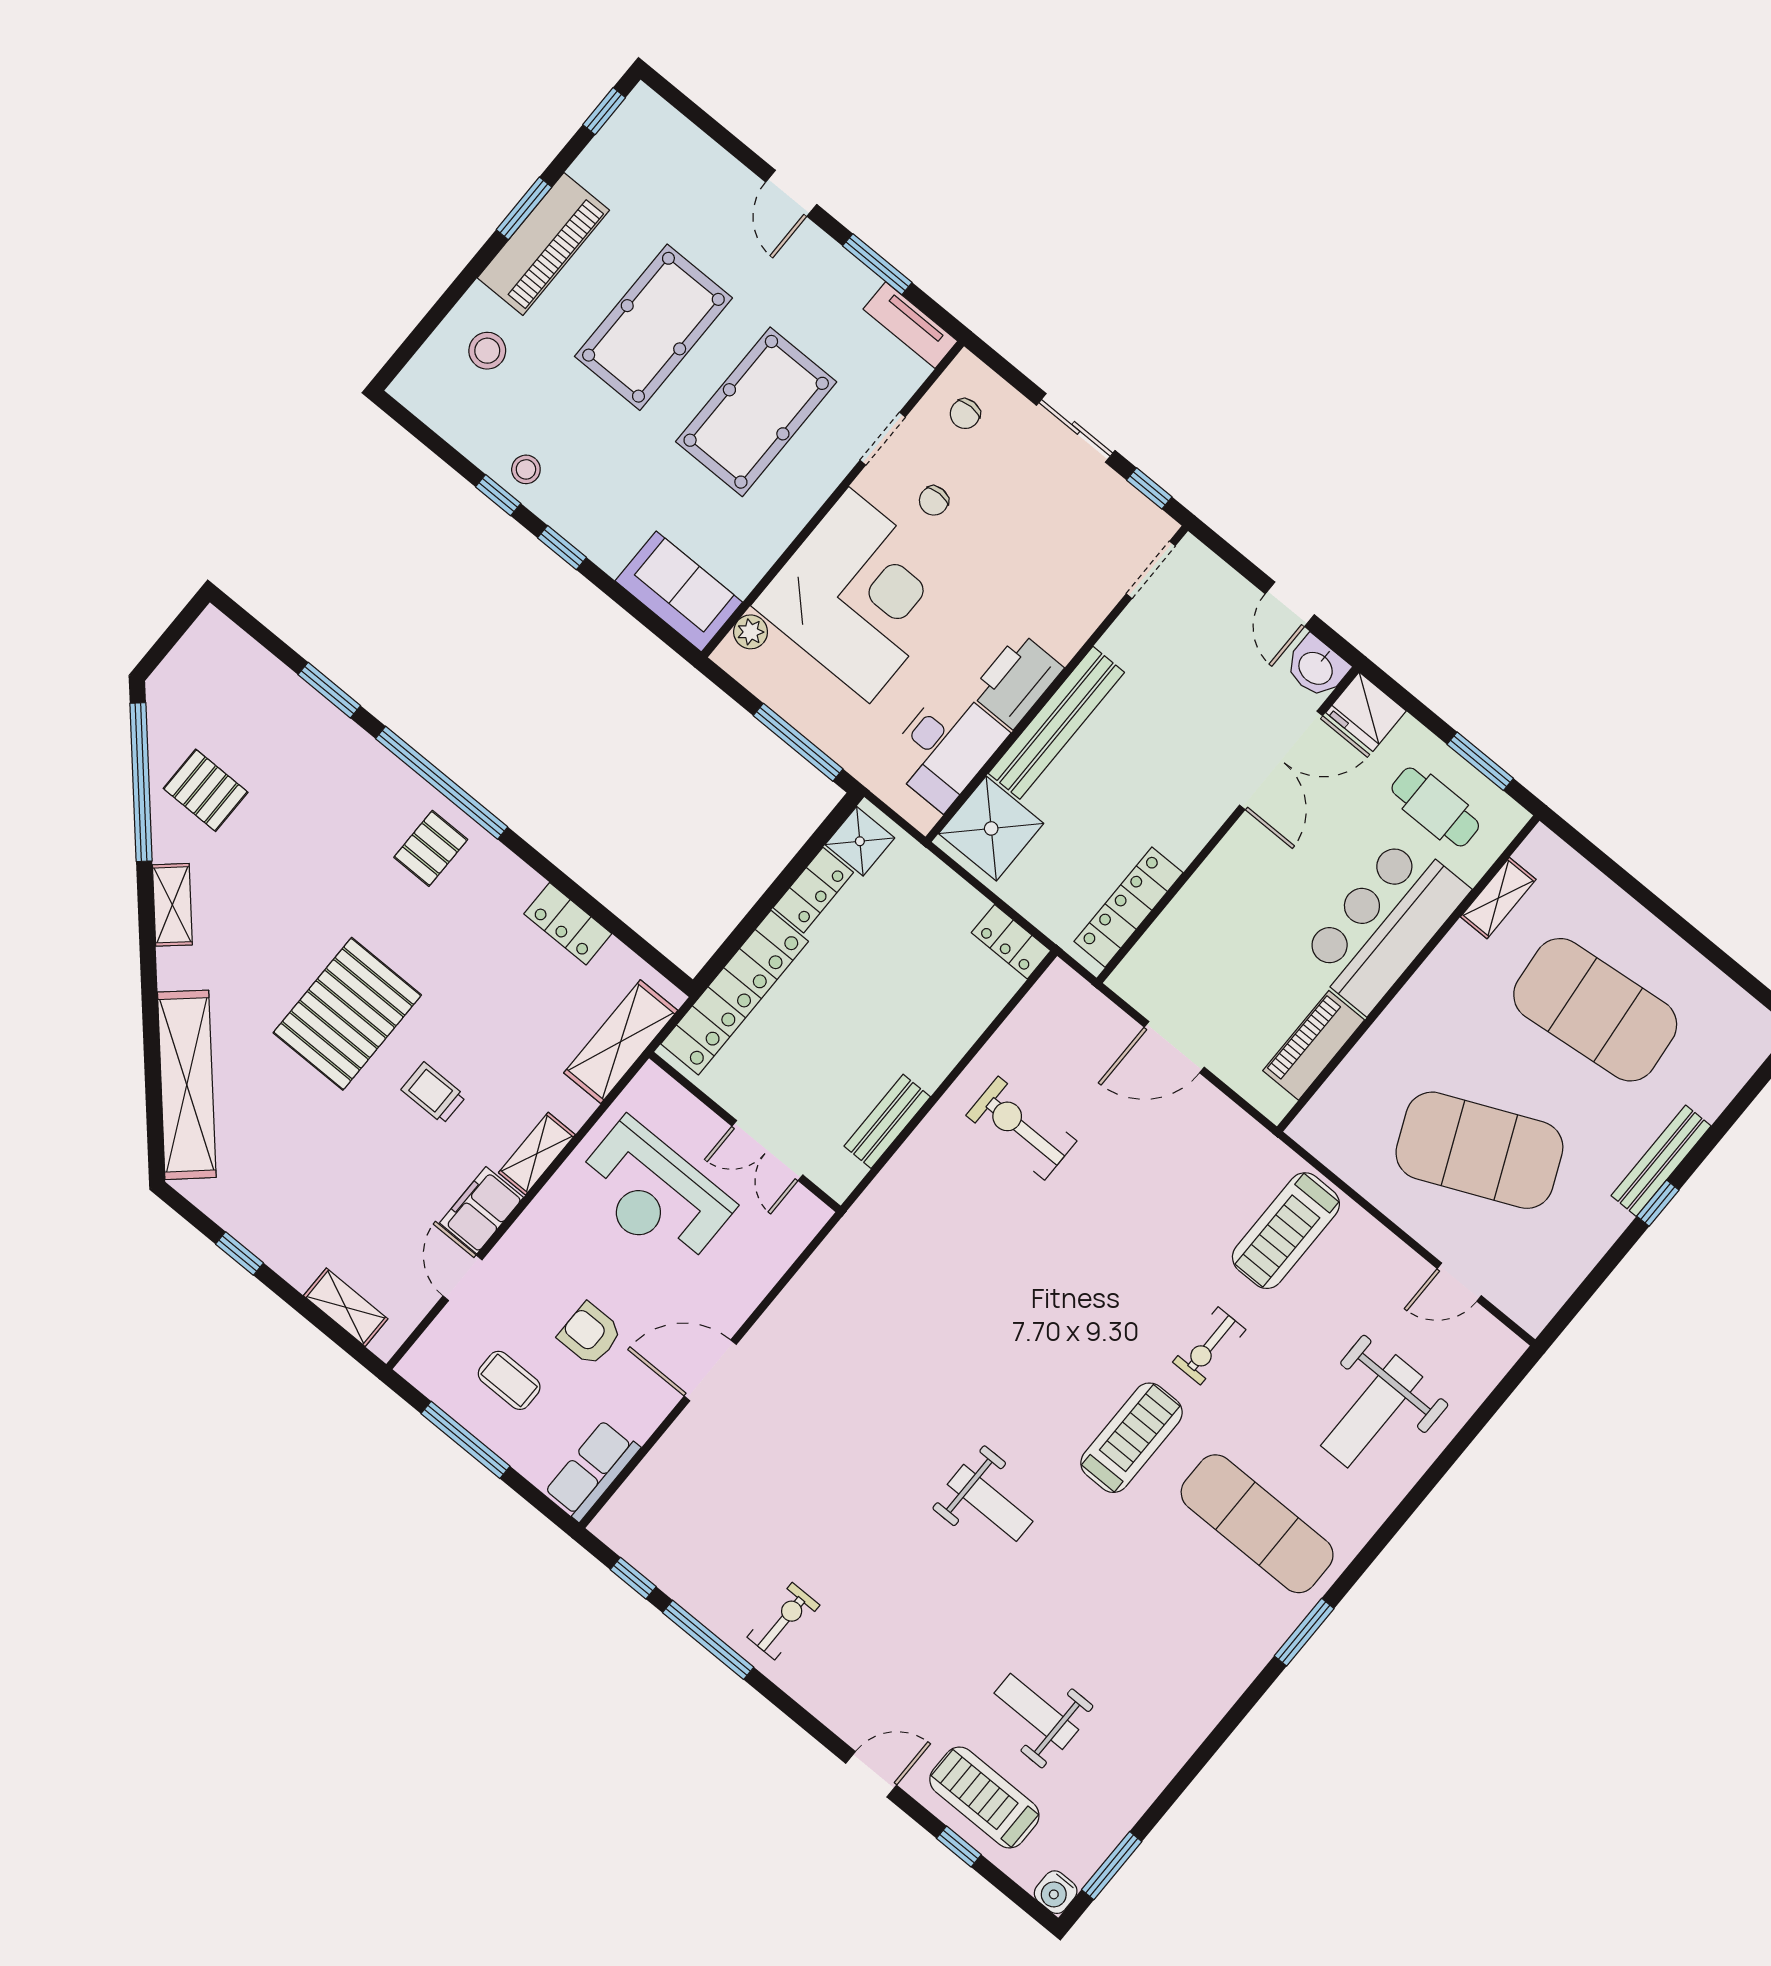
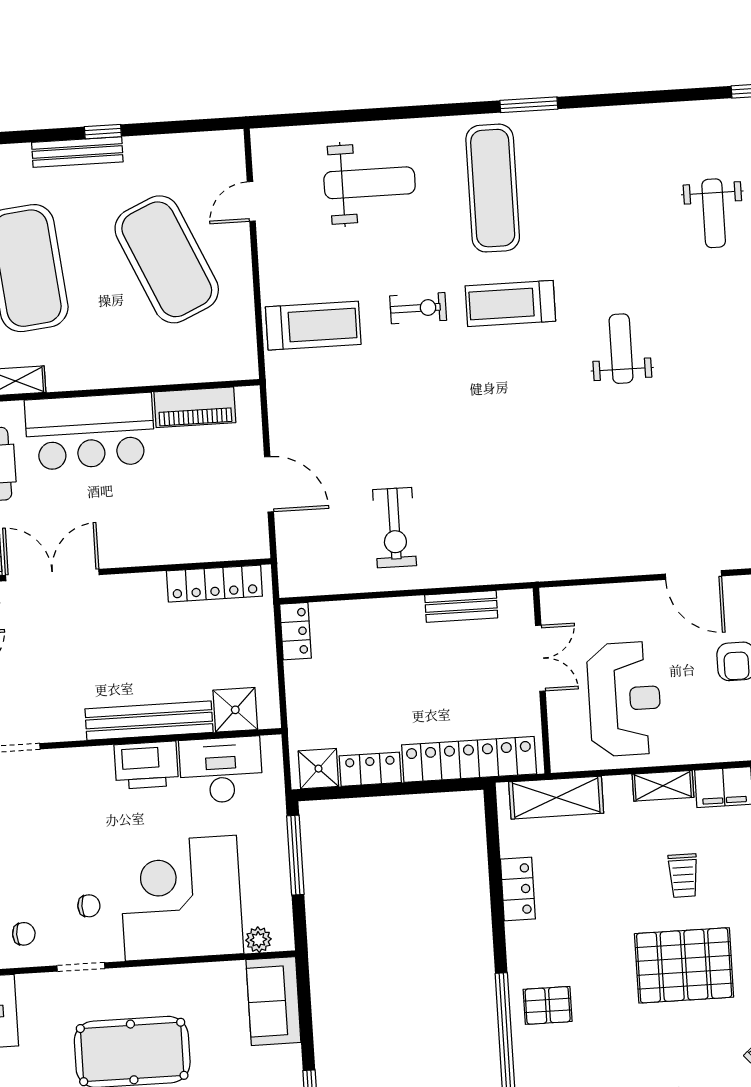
shower: (991, 828) -> (235, 710), width x0.73, depth x0.73
door: (1459, 1282) -> (251, 201), swing flipped

